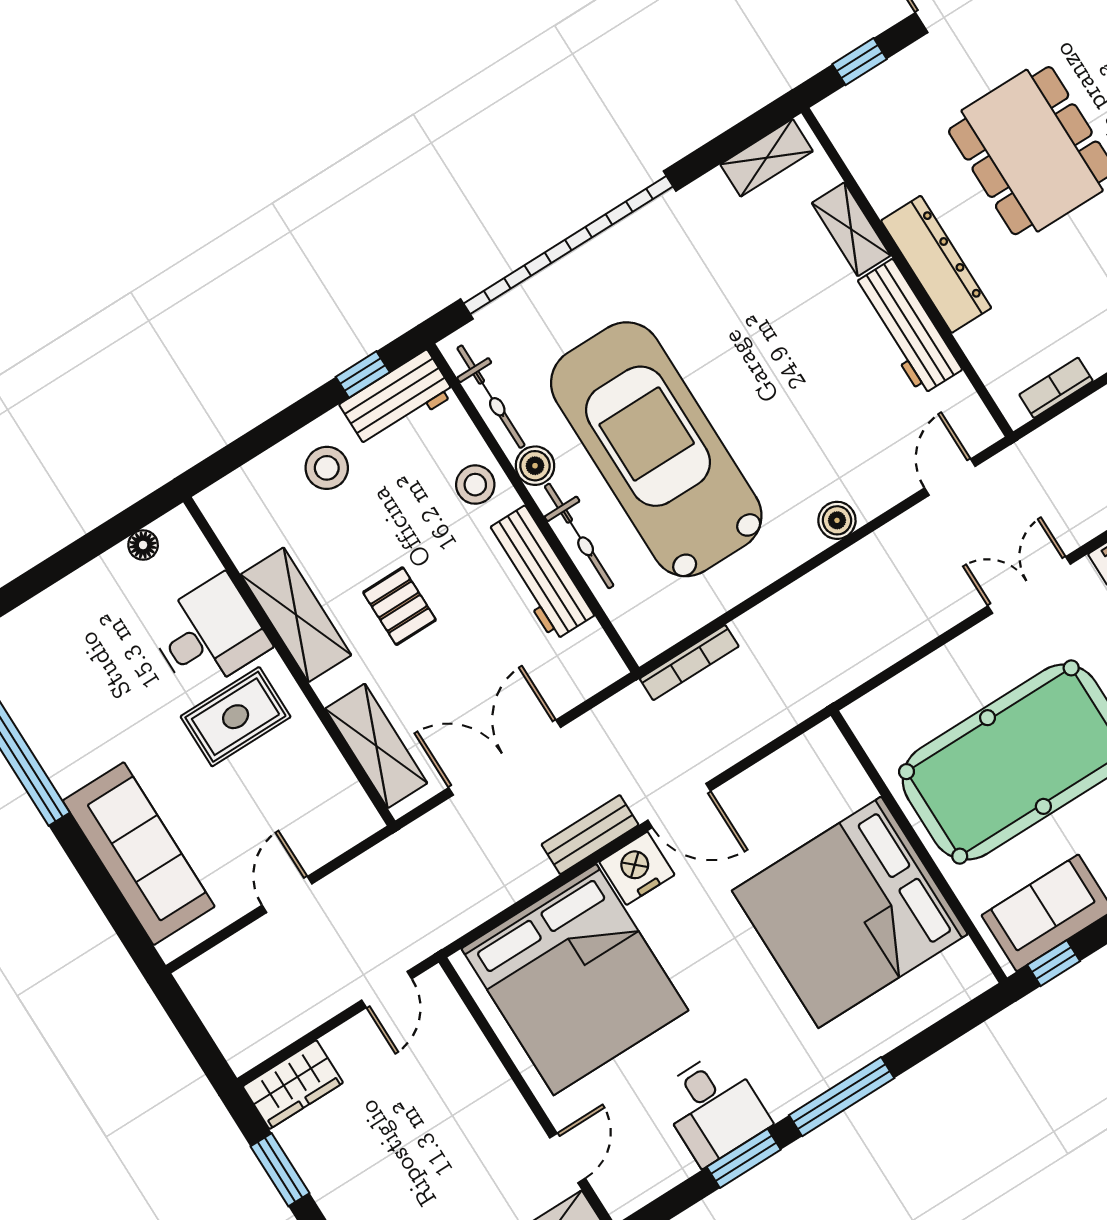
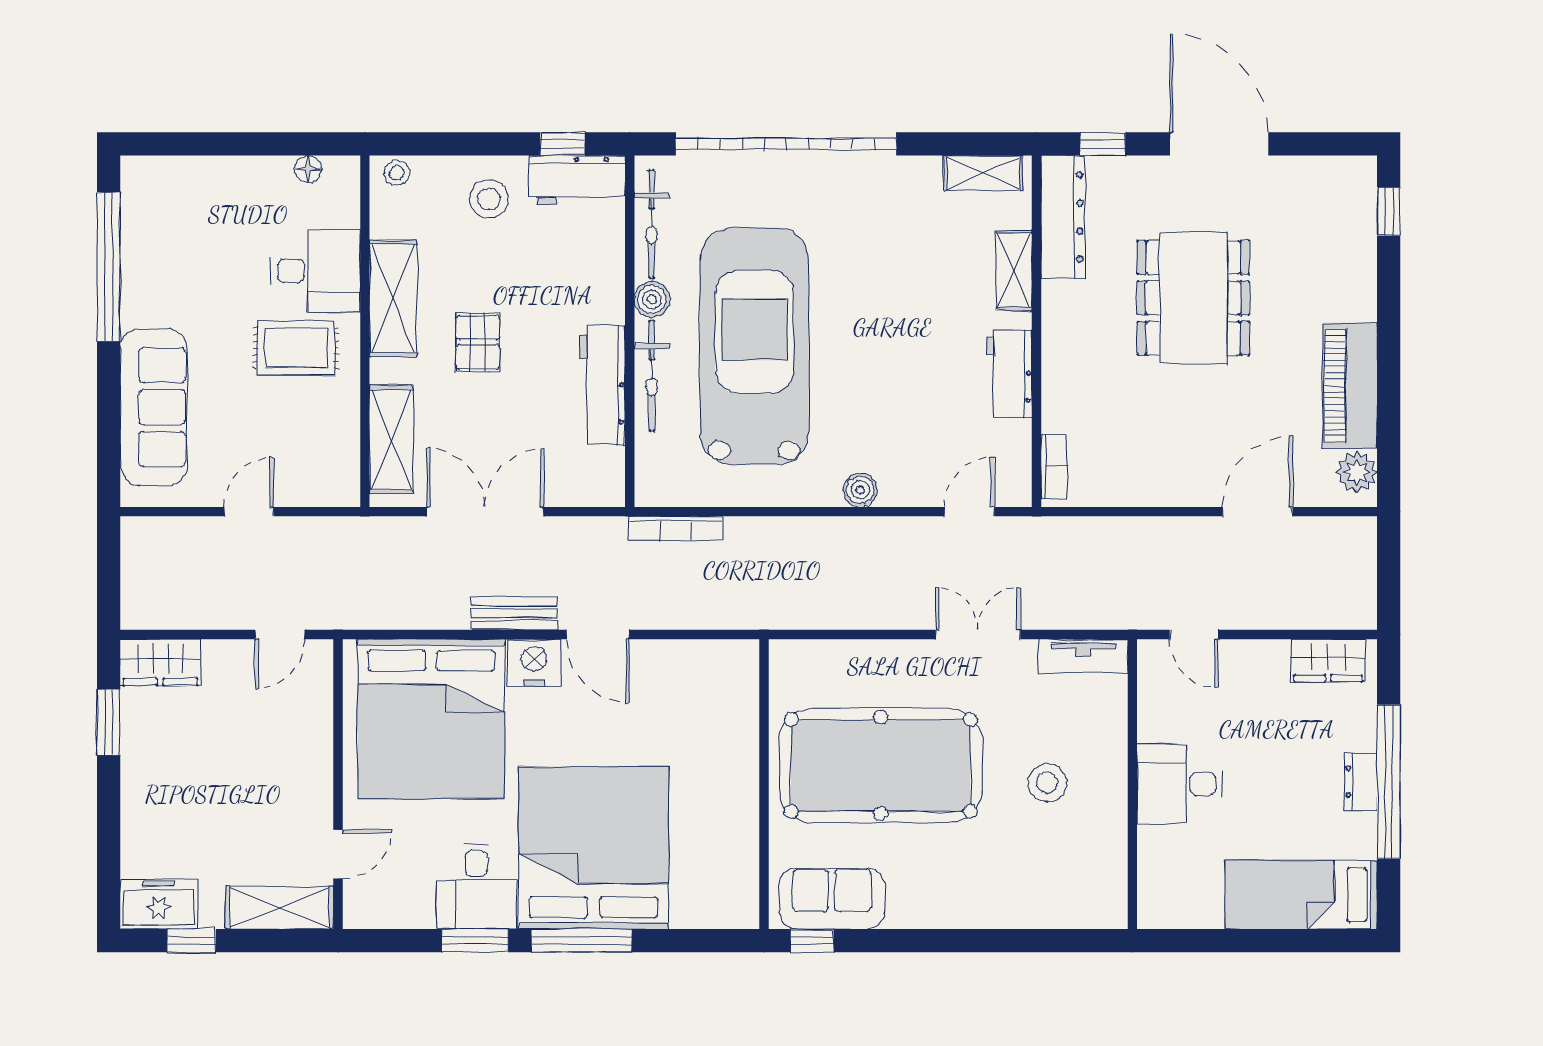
dresser: (936, 264) -> (1063, 217), moved
workbench: (907, 327) -> (1009, 374), width x0.73
bookcase: (1056, 388) -> (1054, 467), moved, turned 90
stool: (475, 485) -> (397, 173), moved, width x0.73, depth x0.73
bed: (850, 912) -> (594, 848), moved, turned 90

